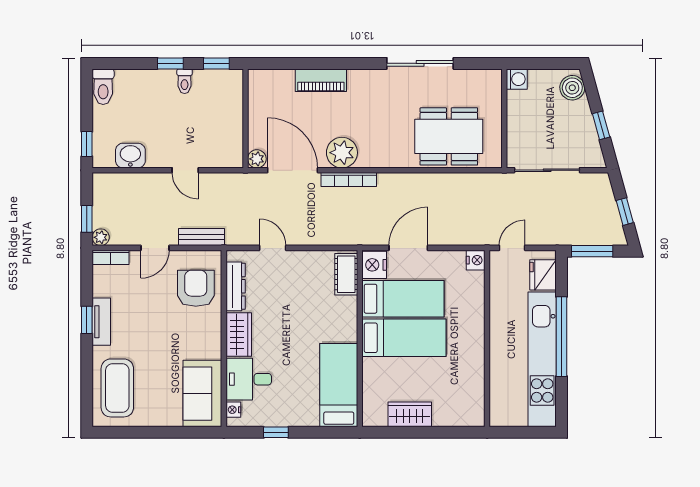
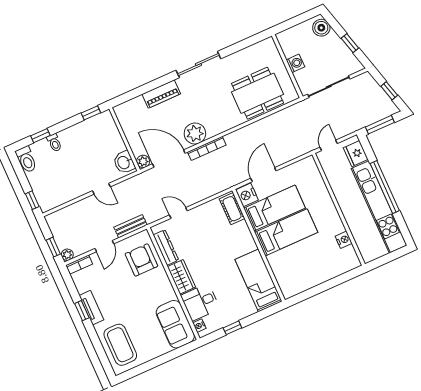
window: (170, 63) -> (40, 136), moved
sliding door: (420, 63) -> (198, 65), moved
washing machine: (517, 79) -> (295, 63), moved
toilet: (185, 81) -> (54, 143), moved
washbasin: (130, 156) -> (124, 162), moved, turned -90
nightstand: (476, 260) -> (344, 240), moved
wardrobe: (410, 414) -> (311, 279), removed

